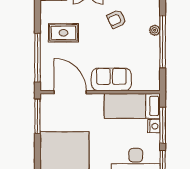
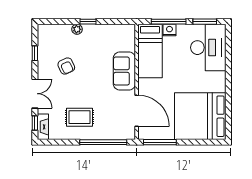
rug: (63, 33) -> (79, 117), turned 90
window: (163, 42) -> (88, 22), width x0.32
door: (70, 92) -> (137, 111), swing flipped

